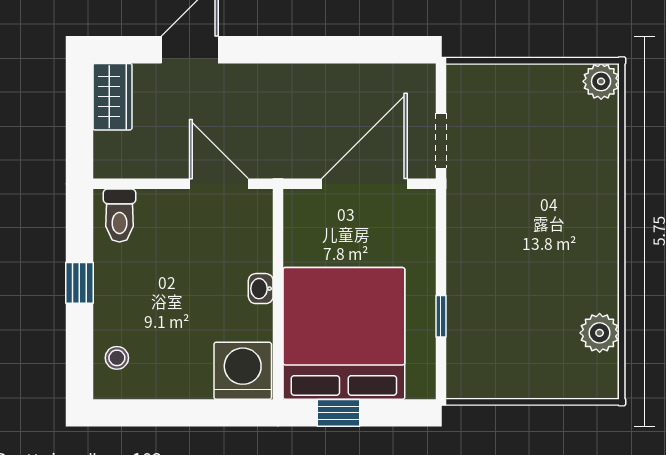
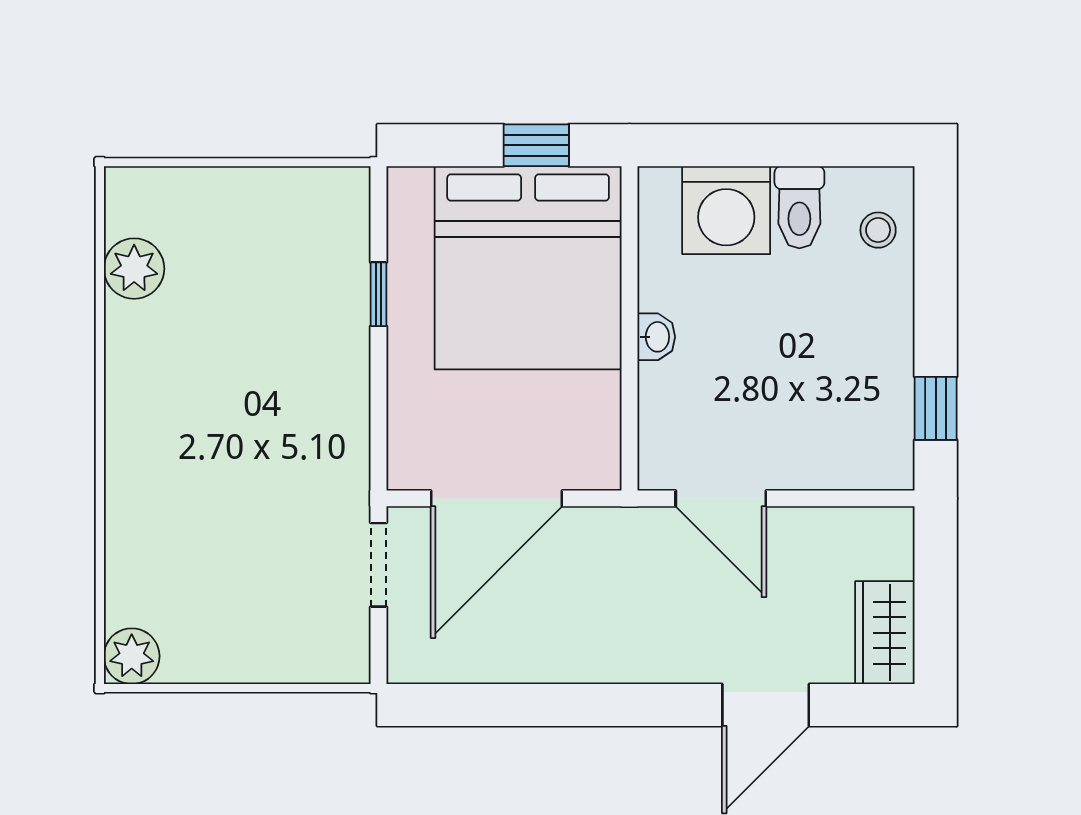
toilet: (119, 216) -> (799, 207), moved, turned 180
window: (79, 283) -> (936, 408), moved
washing machine: (243, 371) -> (726, 210), moved

